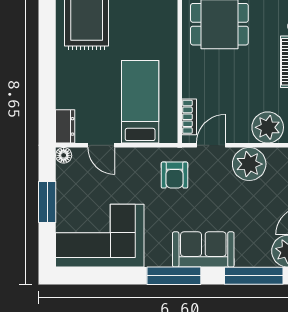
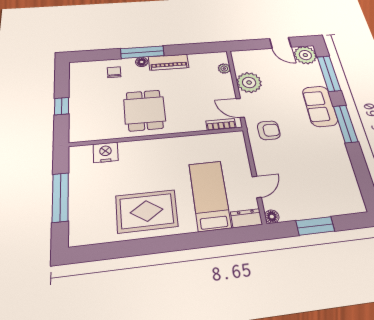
bed: (140, 102) -> (210, 195), moved, turned 90
plant: (268, 127) -> (224, 68), width x0.53, depth x0.53
corner sofa: (100, 236) -> (331, 180), removed

